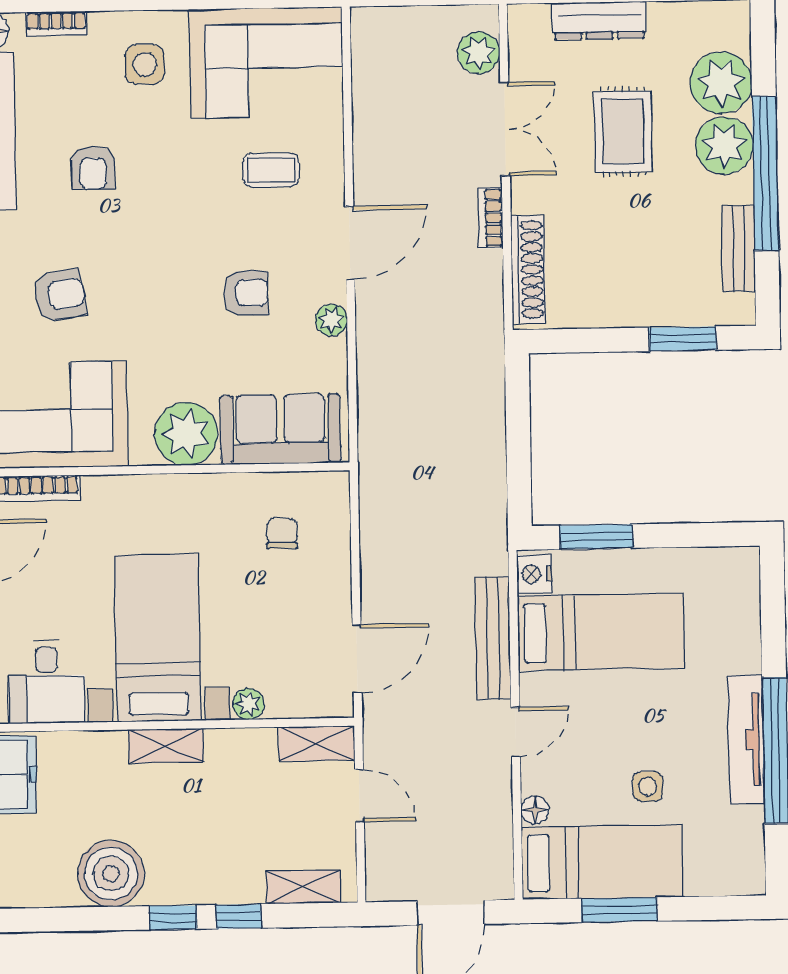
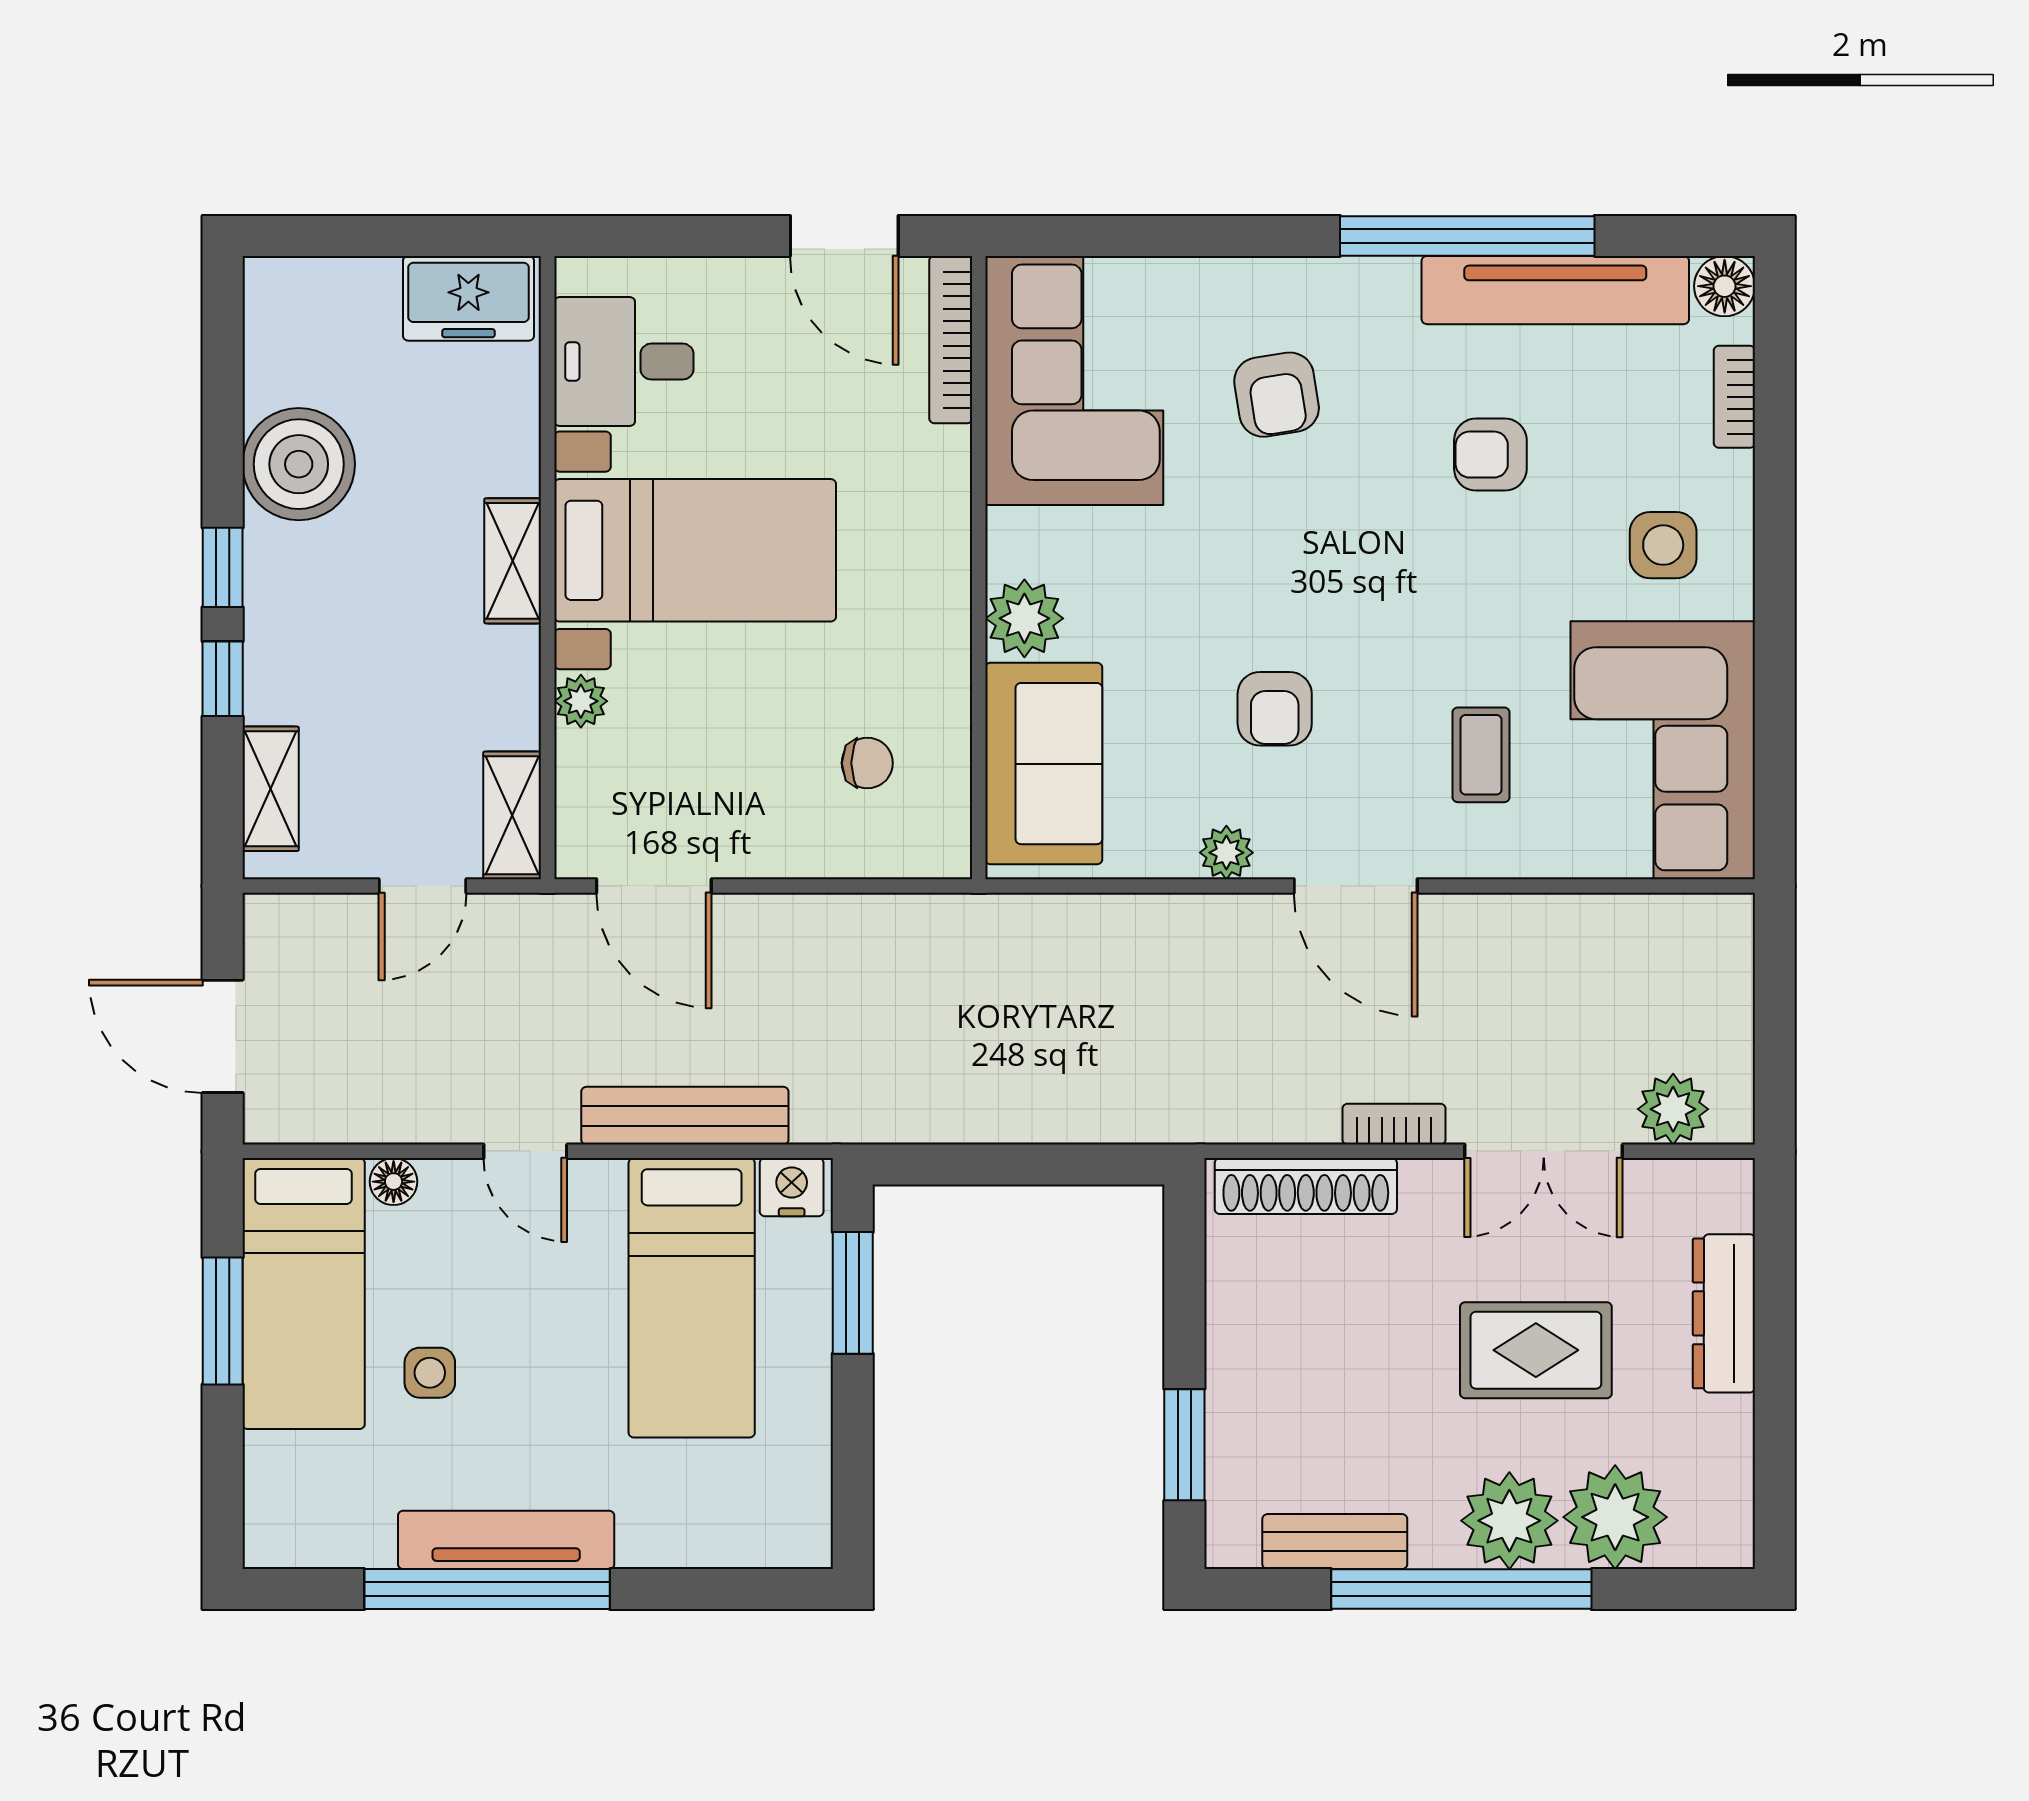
plant: (186, 434) -> (1024, 618), width x0.73, depth x0.73

